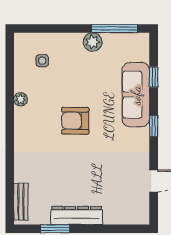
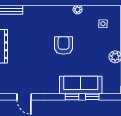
window: (154, 126) -> (72, 97), moved

